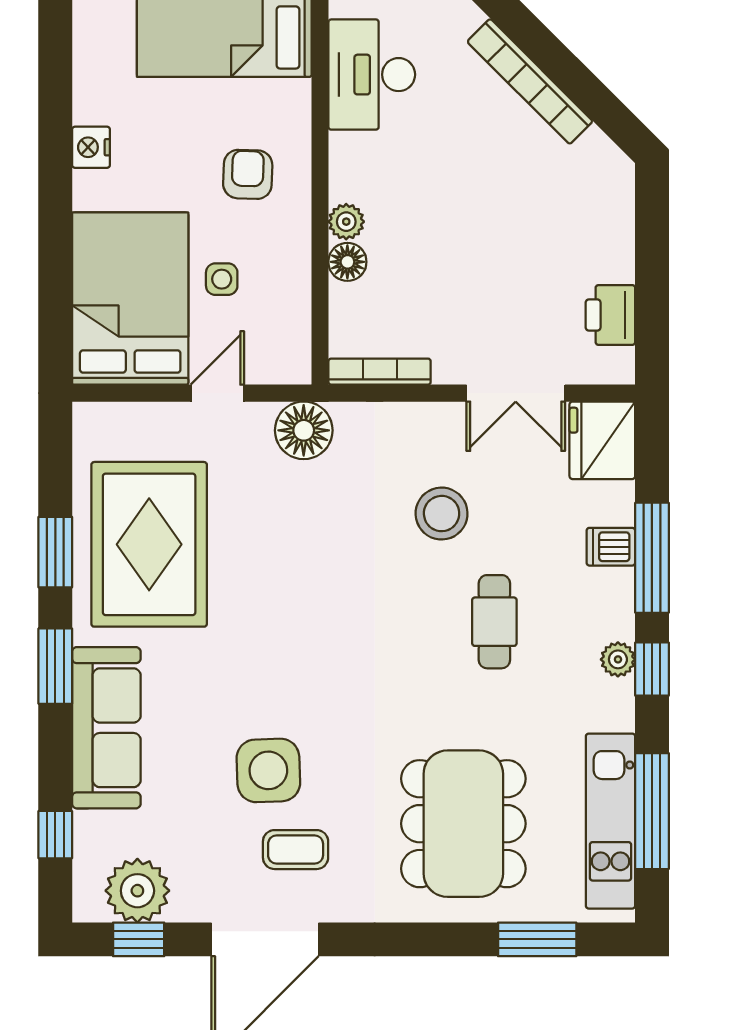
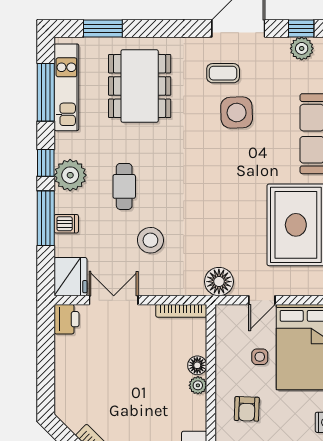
printer: (610, 315) -> (66, 319), moved
plant: (618, 659) -> (70, 175), width x1.88, depth x1.88
plant: (137, 891) -> (302, 48), width x0.73, depth x0.73

